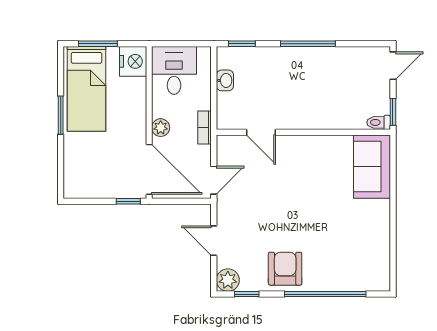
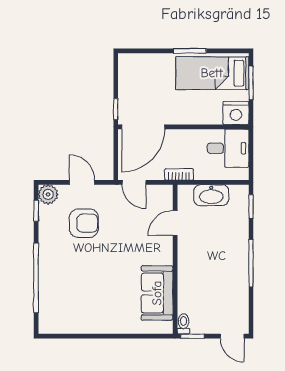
washbasin: (225, 80) -> (211, 195), width x1.91, depth x1.45
plant: (161, 128) -> (179, 137), removed
sofa: (372, 167) -> (157, 293), moved, turned -90
door: (214, 241) -> (82, 182), hinge flipped
armchair: (285, 269) -> (84, 223), moved

